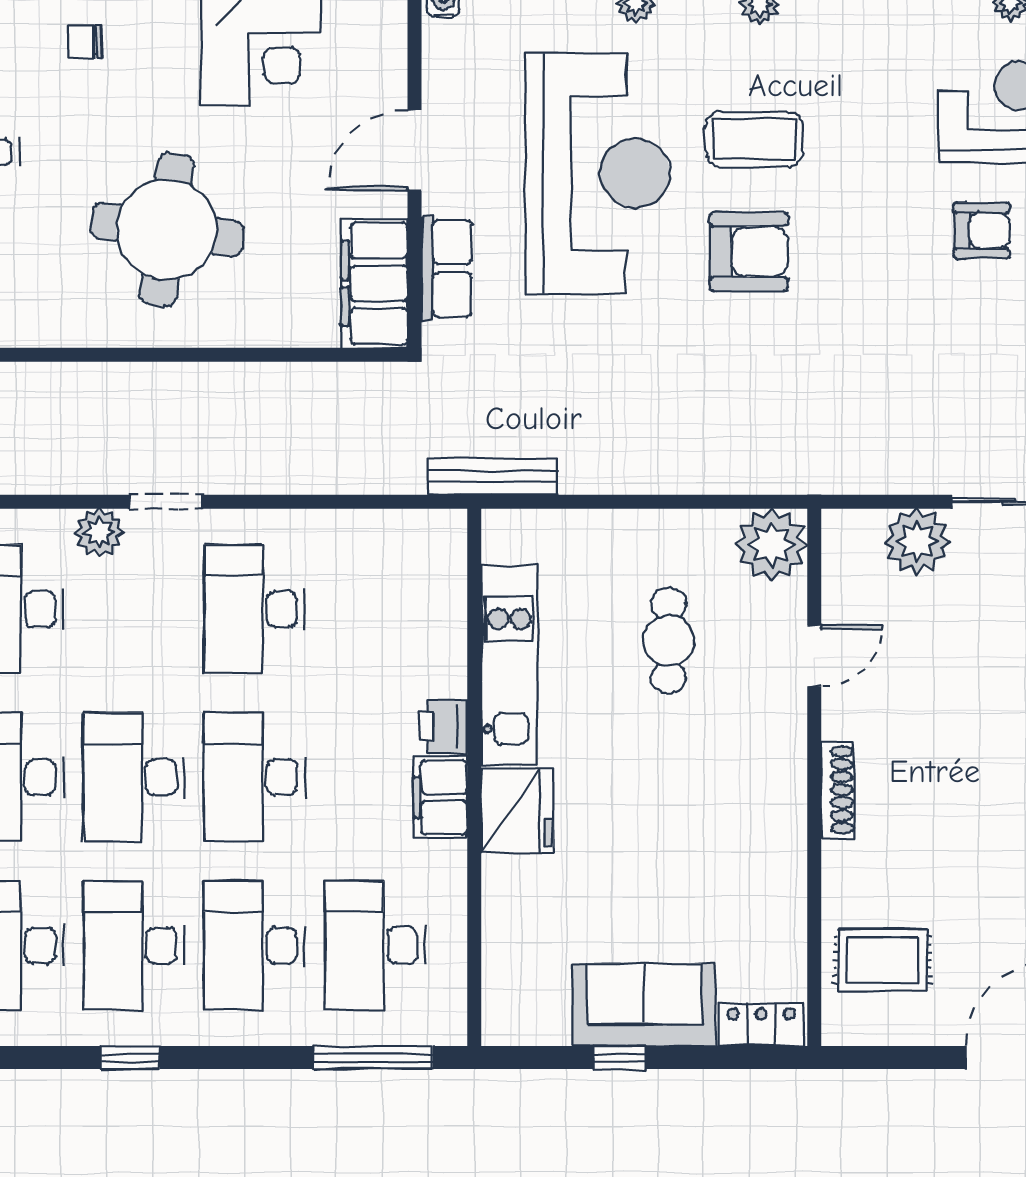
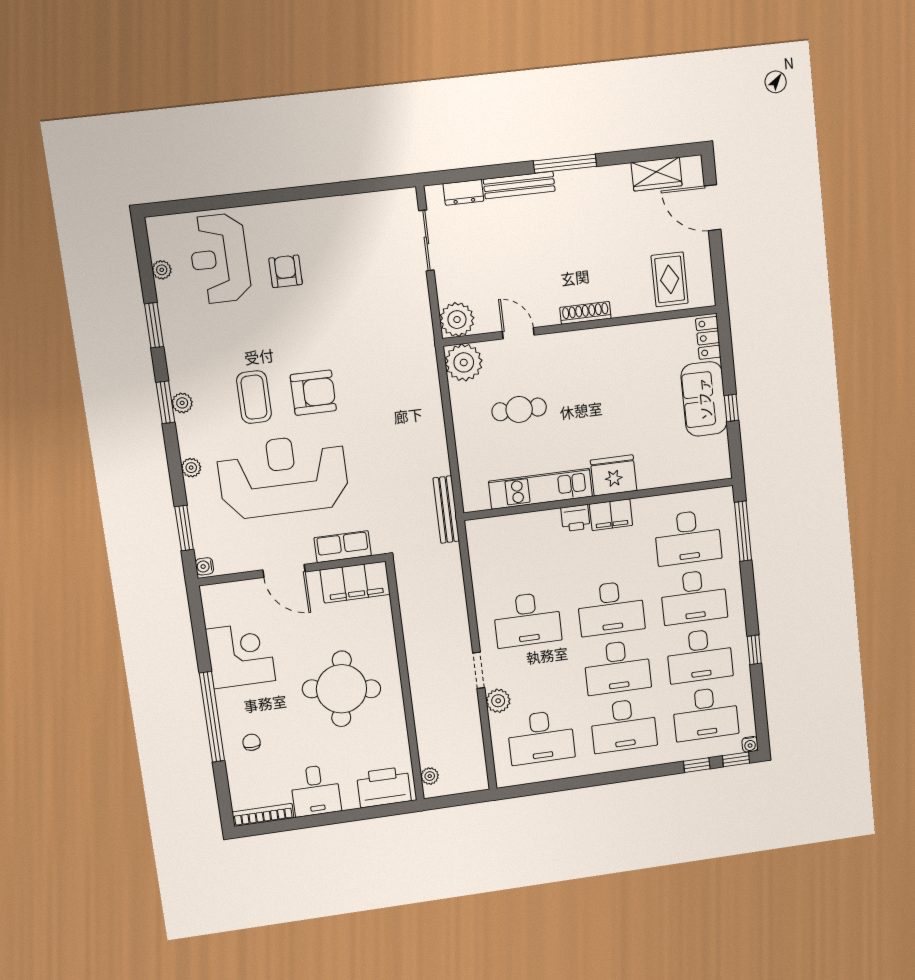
chair: (85, 42) -> (252, 742), turned 180
armchair: (749, 252) -> (313, 393), turned 90
plant: (917, 541) -> (457, 320), moved

